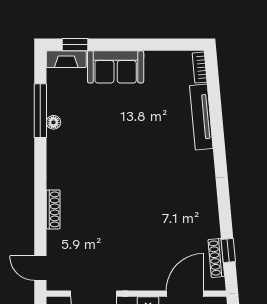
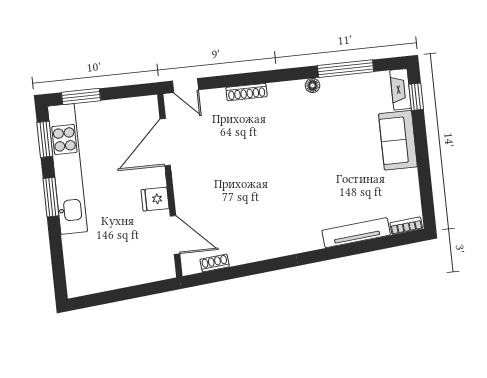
floor lamp: (53, 122) -> (313, 85), moved
window: (228, 251) -> (223, 274), removed
shoe rack: (216, 258) -> (215, 263), width x0.70
door: (40, 268) -> (185, 85), swing flipped

